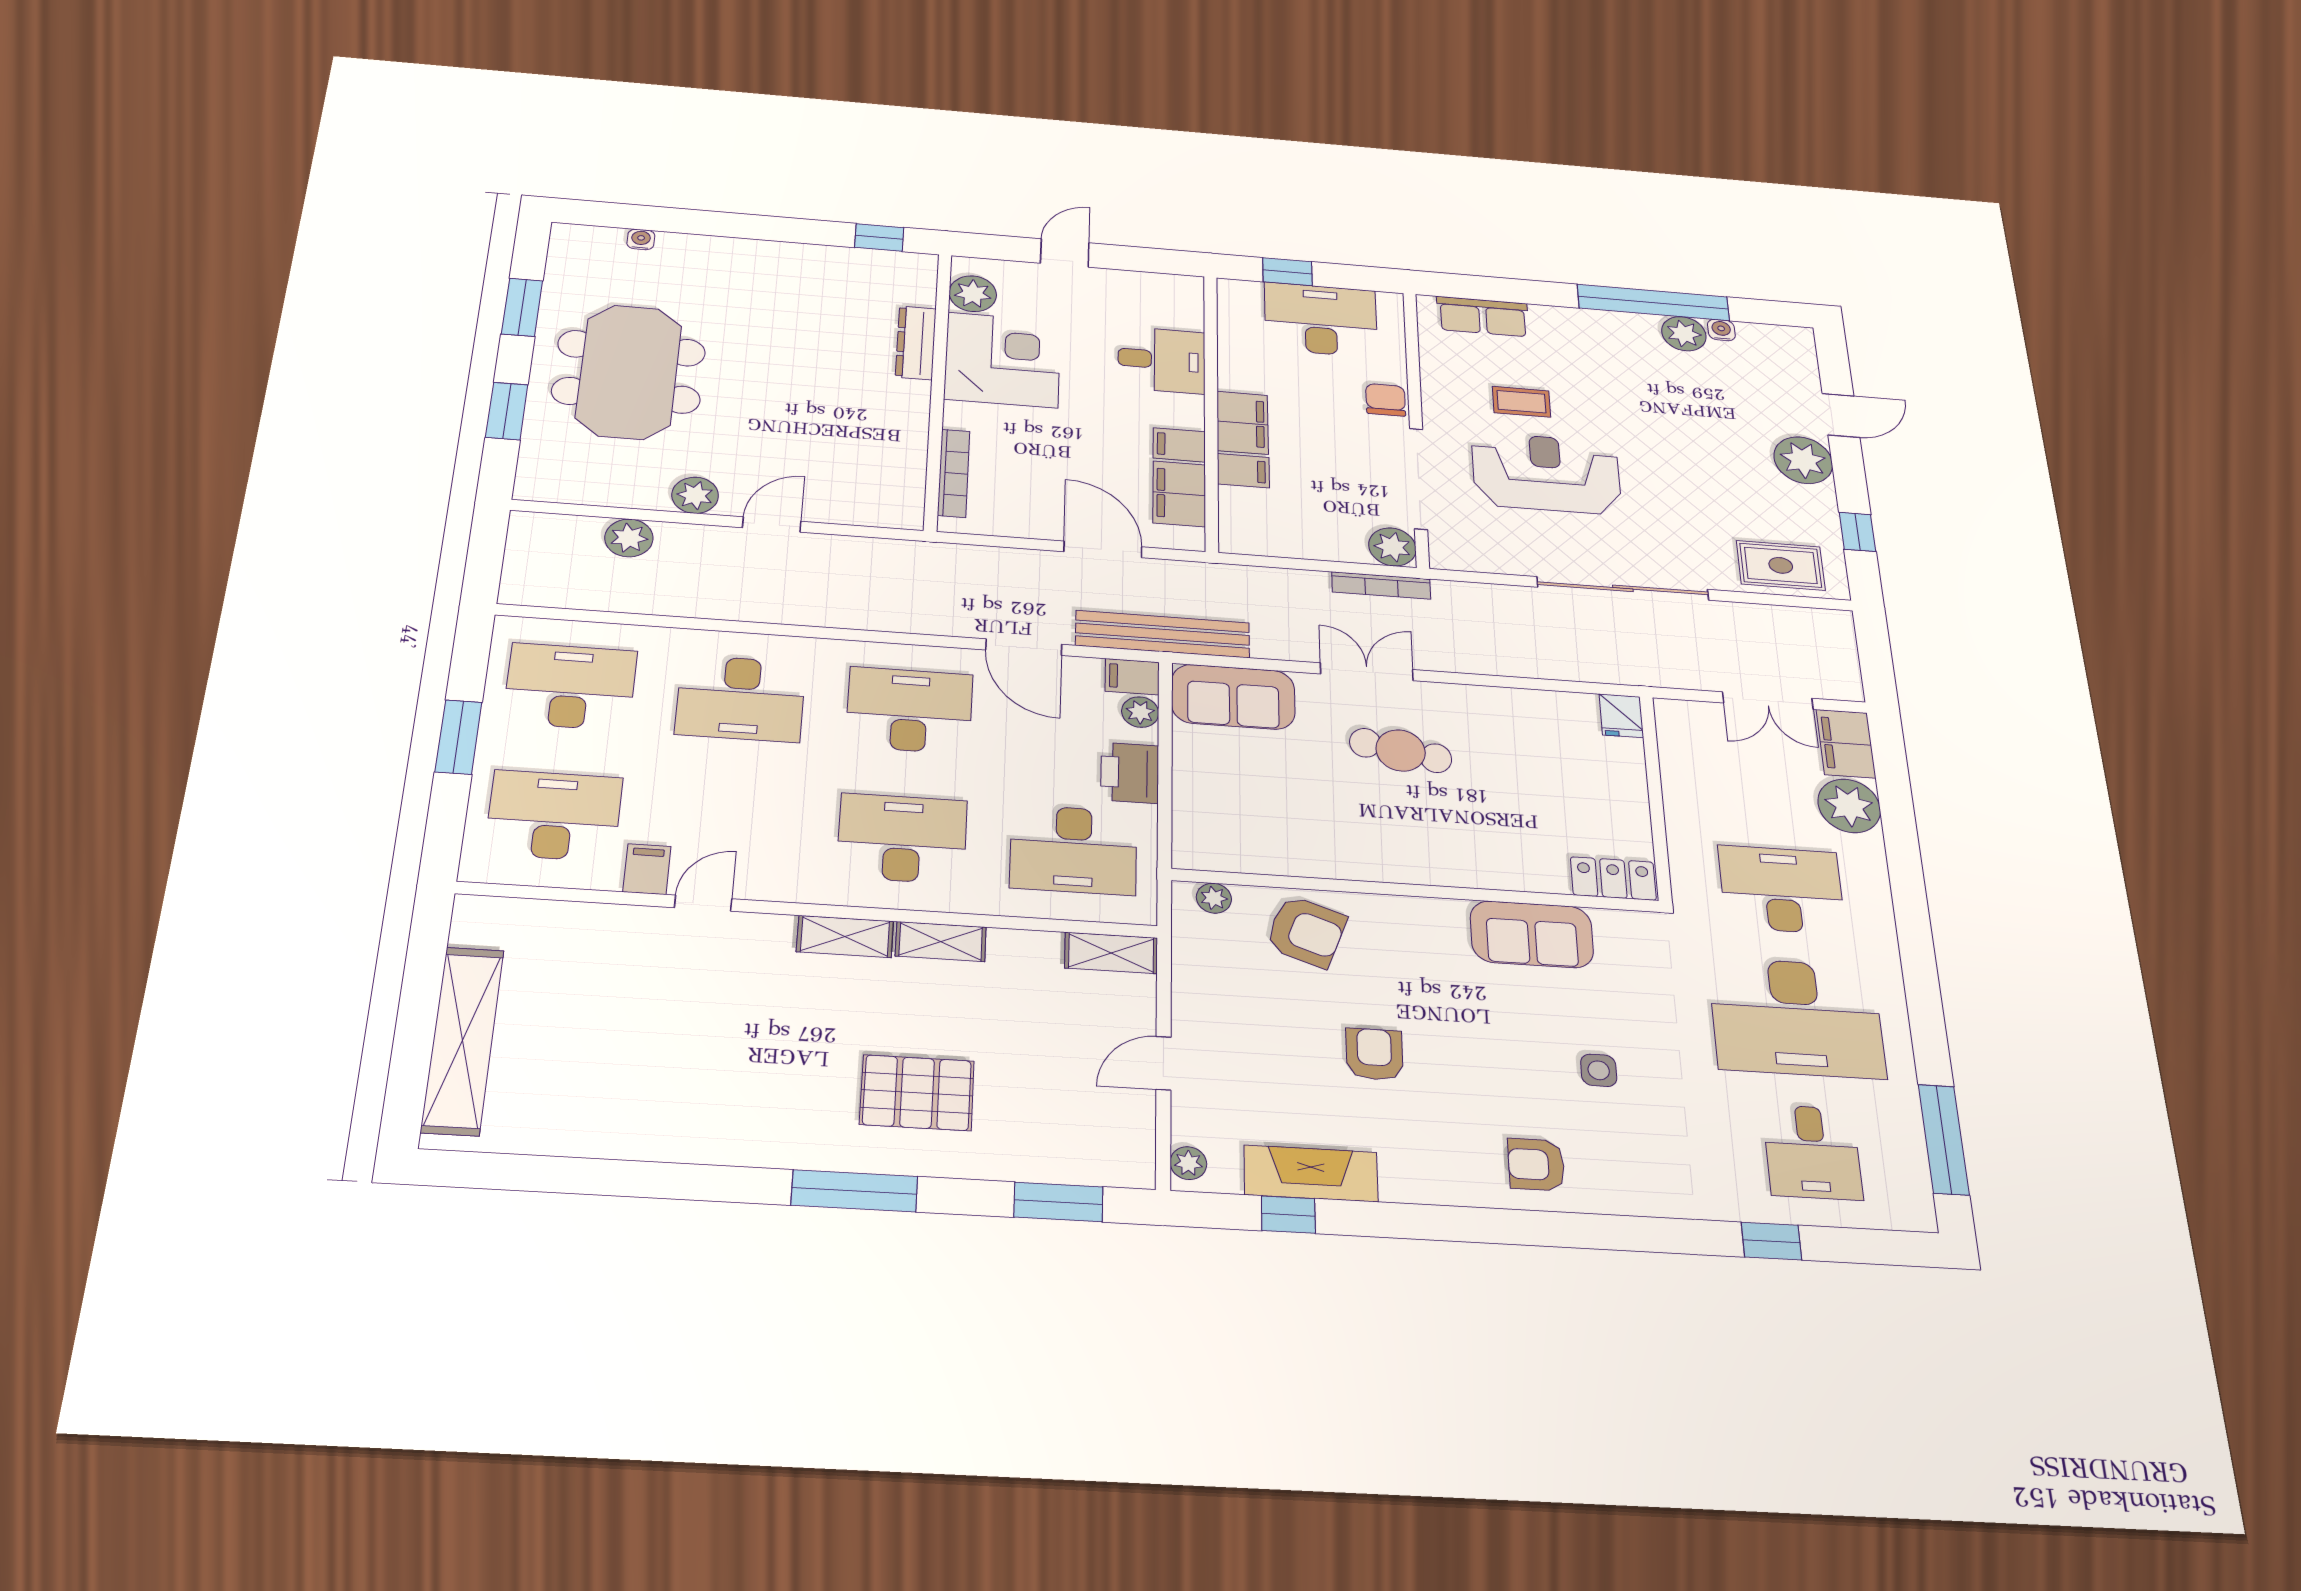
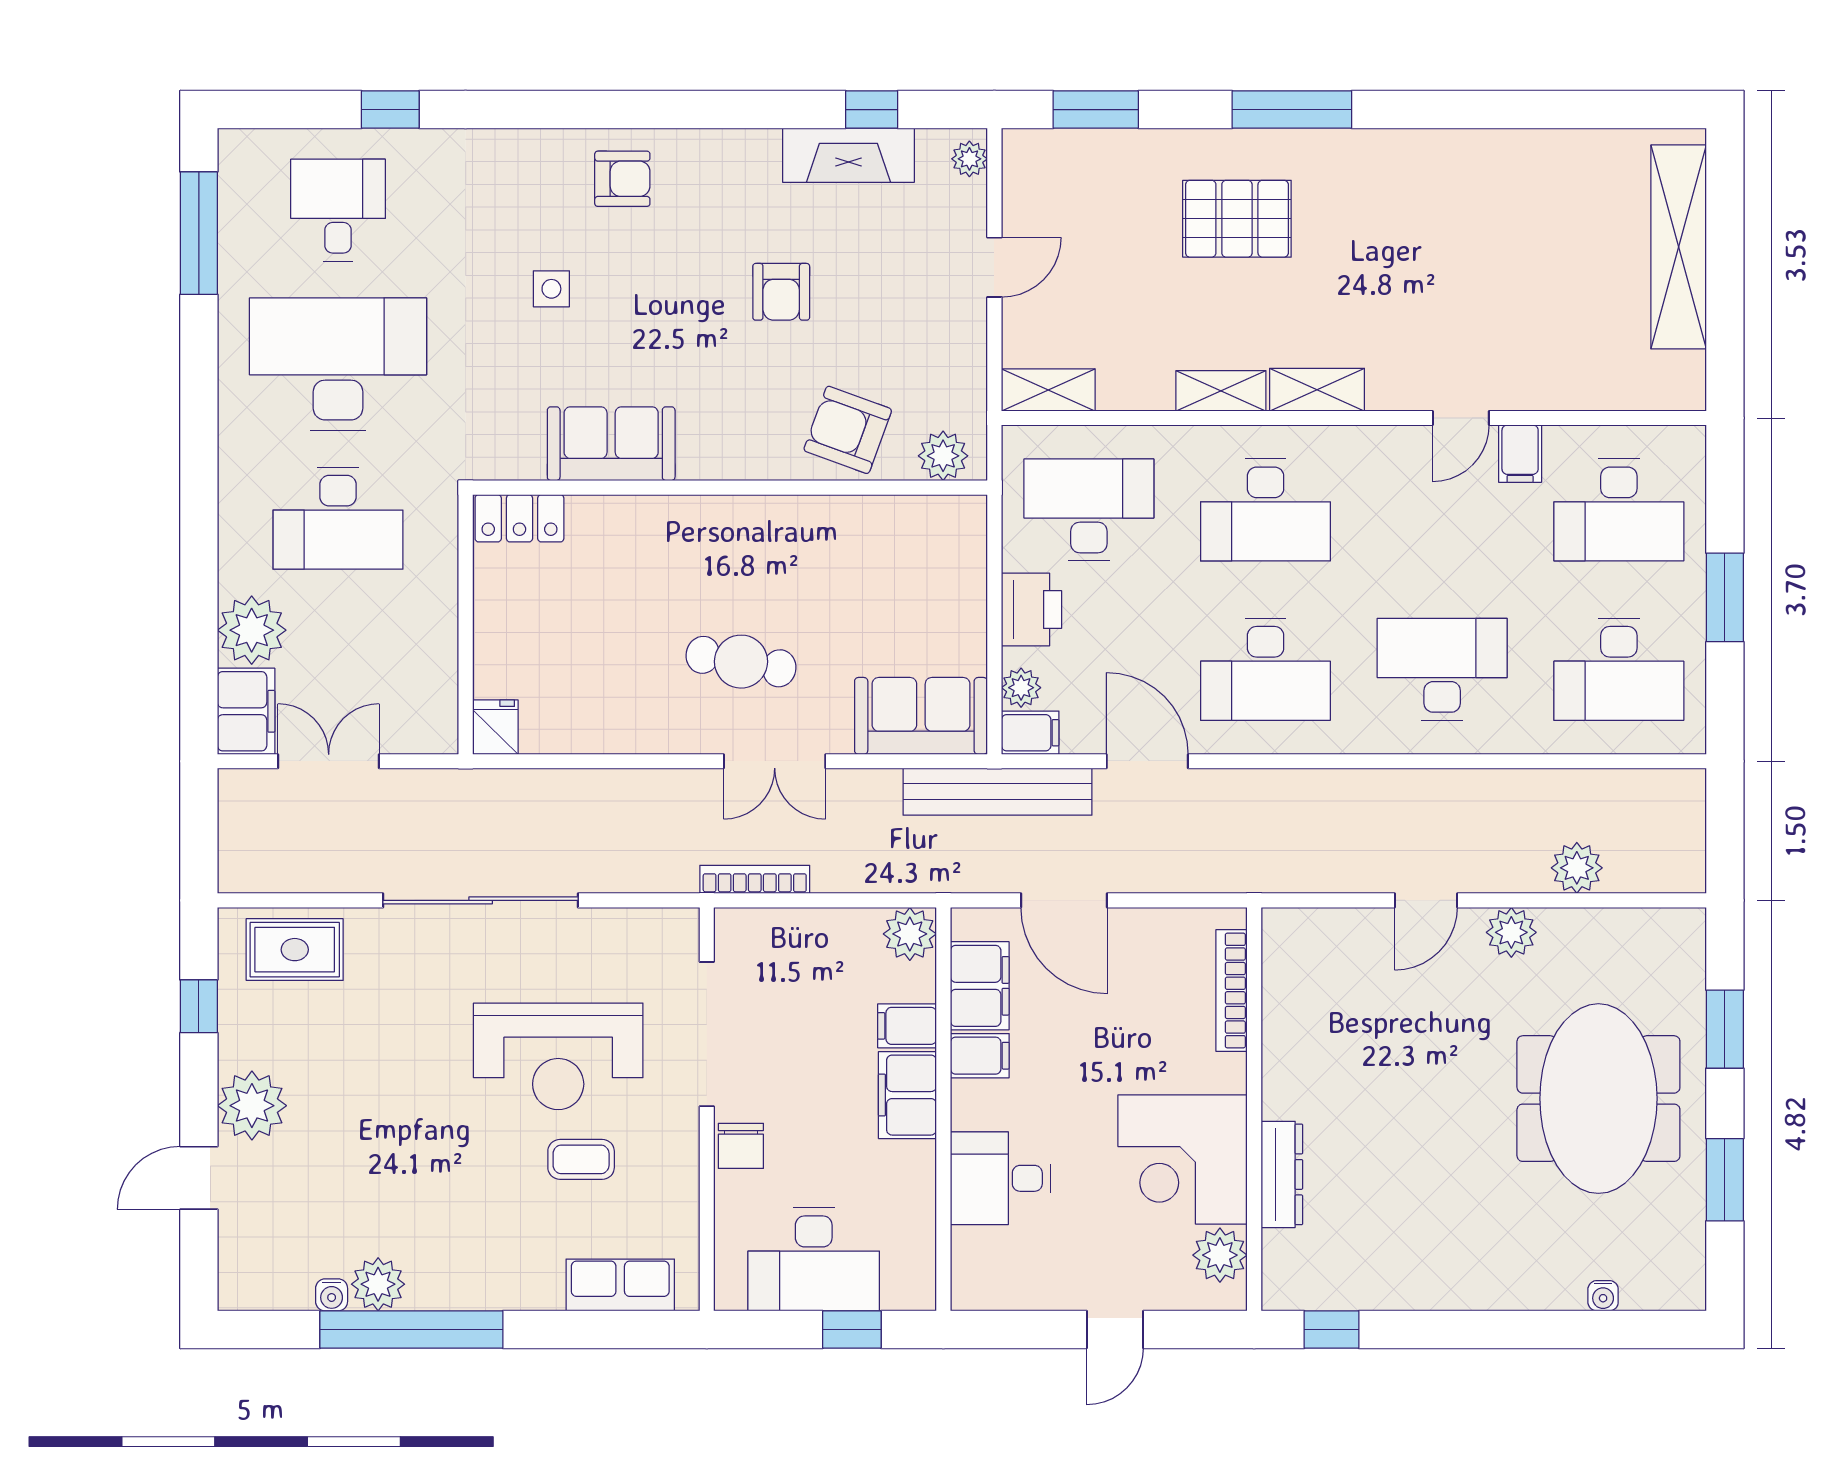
plant: (1392, 547) -> (910, 934), moved
plant: (1214, 898) -> (943, 456), width x1.38, depth x1.38

